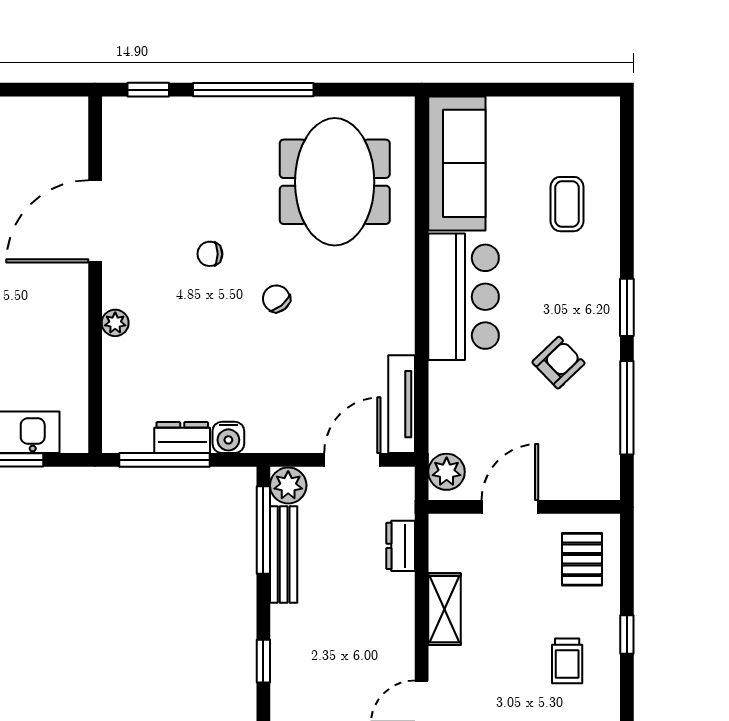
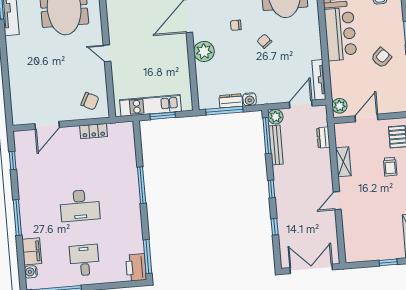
plant: (115, 323) -> (204, 51), width x1.88, depth x1.88
trolley: (567, 661) -> (390, 167), moved

